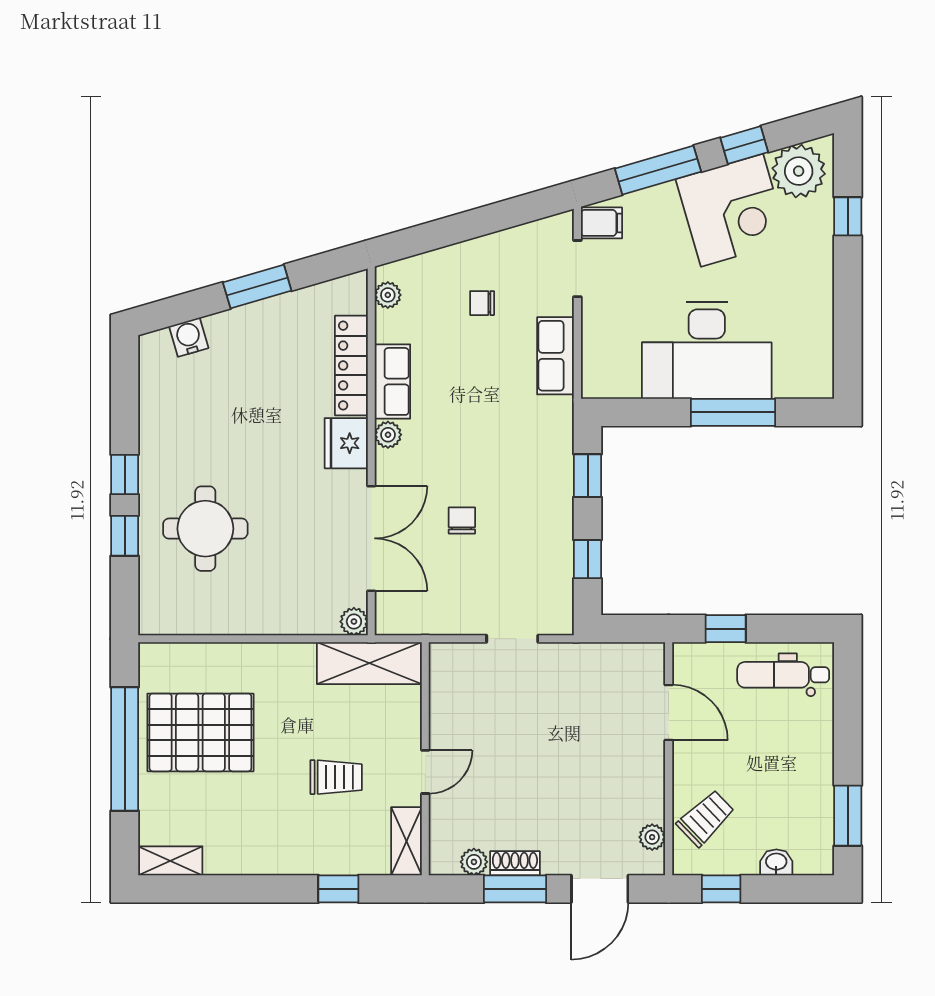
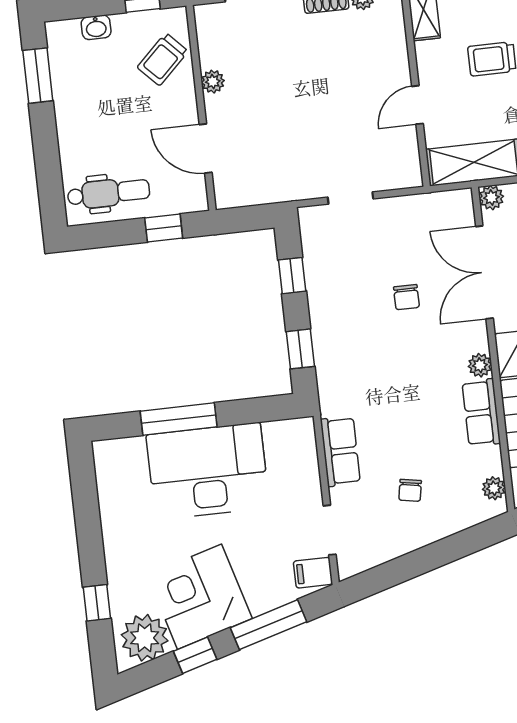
chair: (482, 303) -> (410, 490), turned 100
door: (425, 772) -> (417, 105), moved
plant: (652, 837) -> (213, 82), moved

